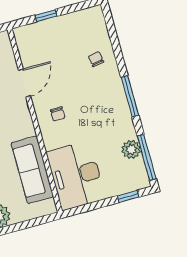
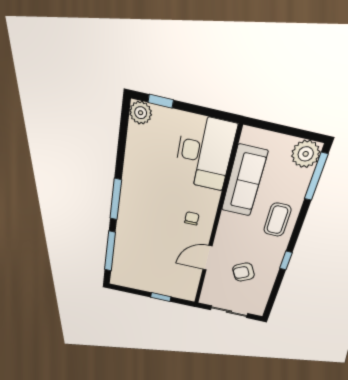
chair: (96, 59) -> (134, 245), removed
plant: (131, 149) -> (141, 113), moved
window: (147, 157) -> (110, 251), moved

